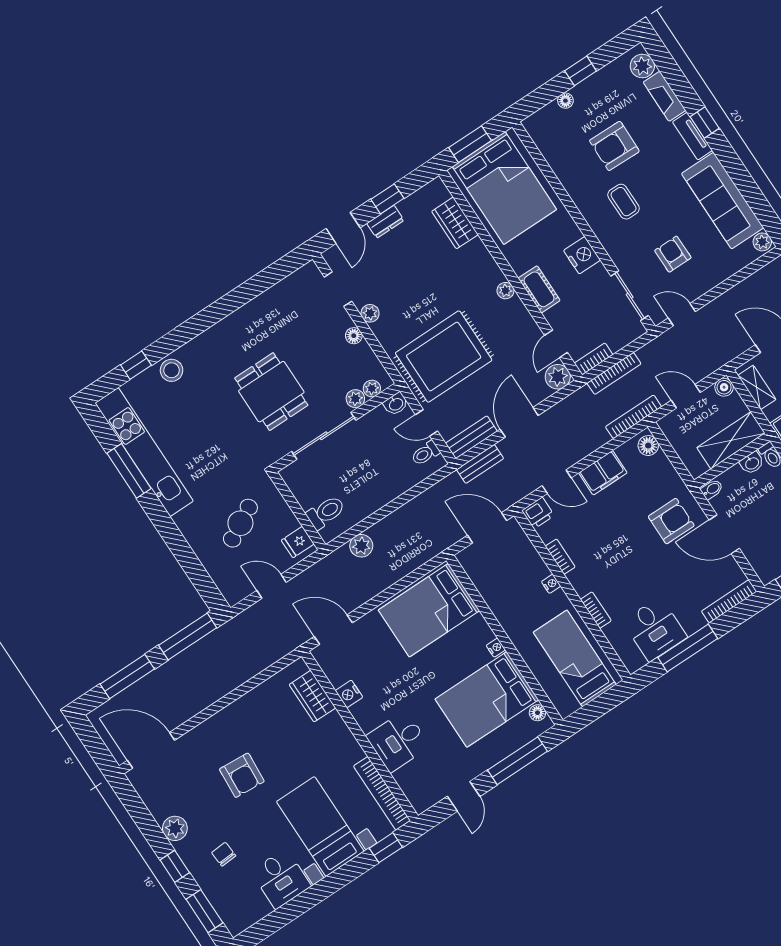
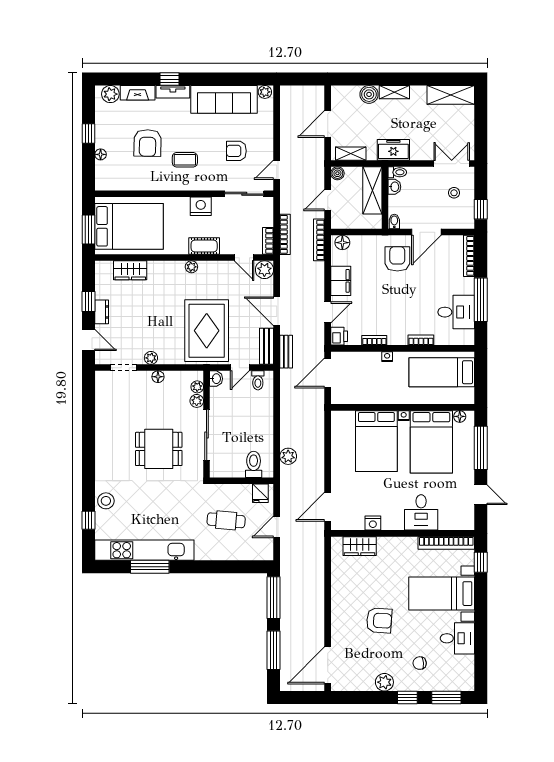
cafe table: (240, 523) -> (226, 520), turned -56
bed: (429, 610) -> (376, 441), moved

